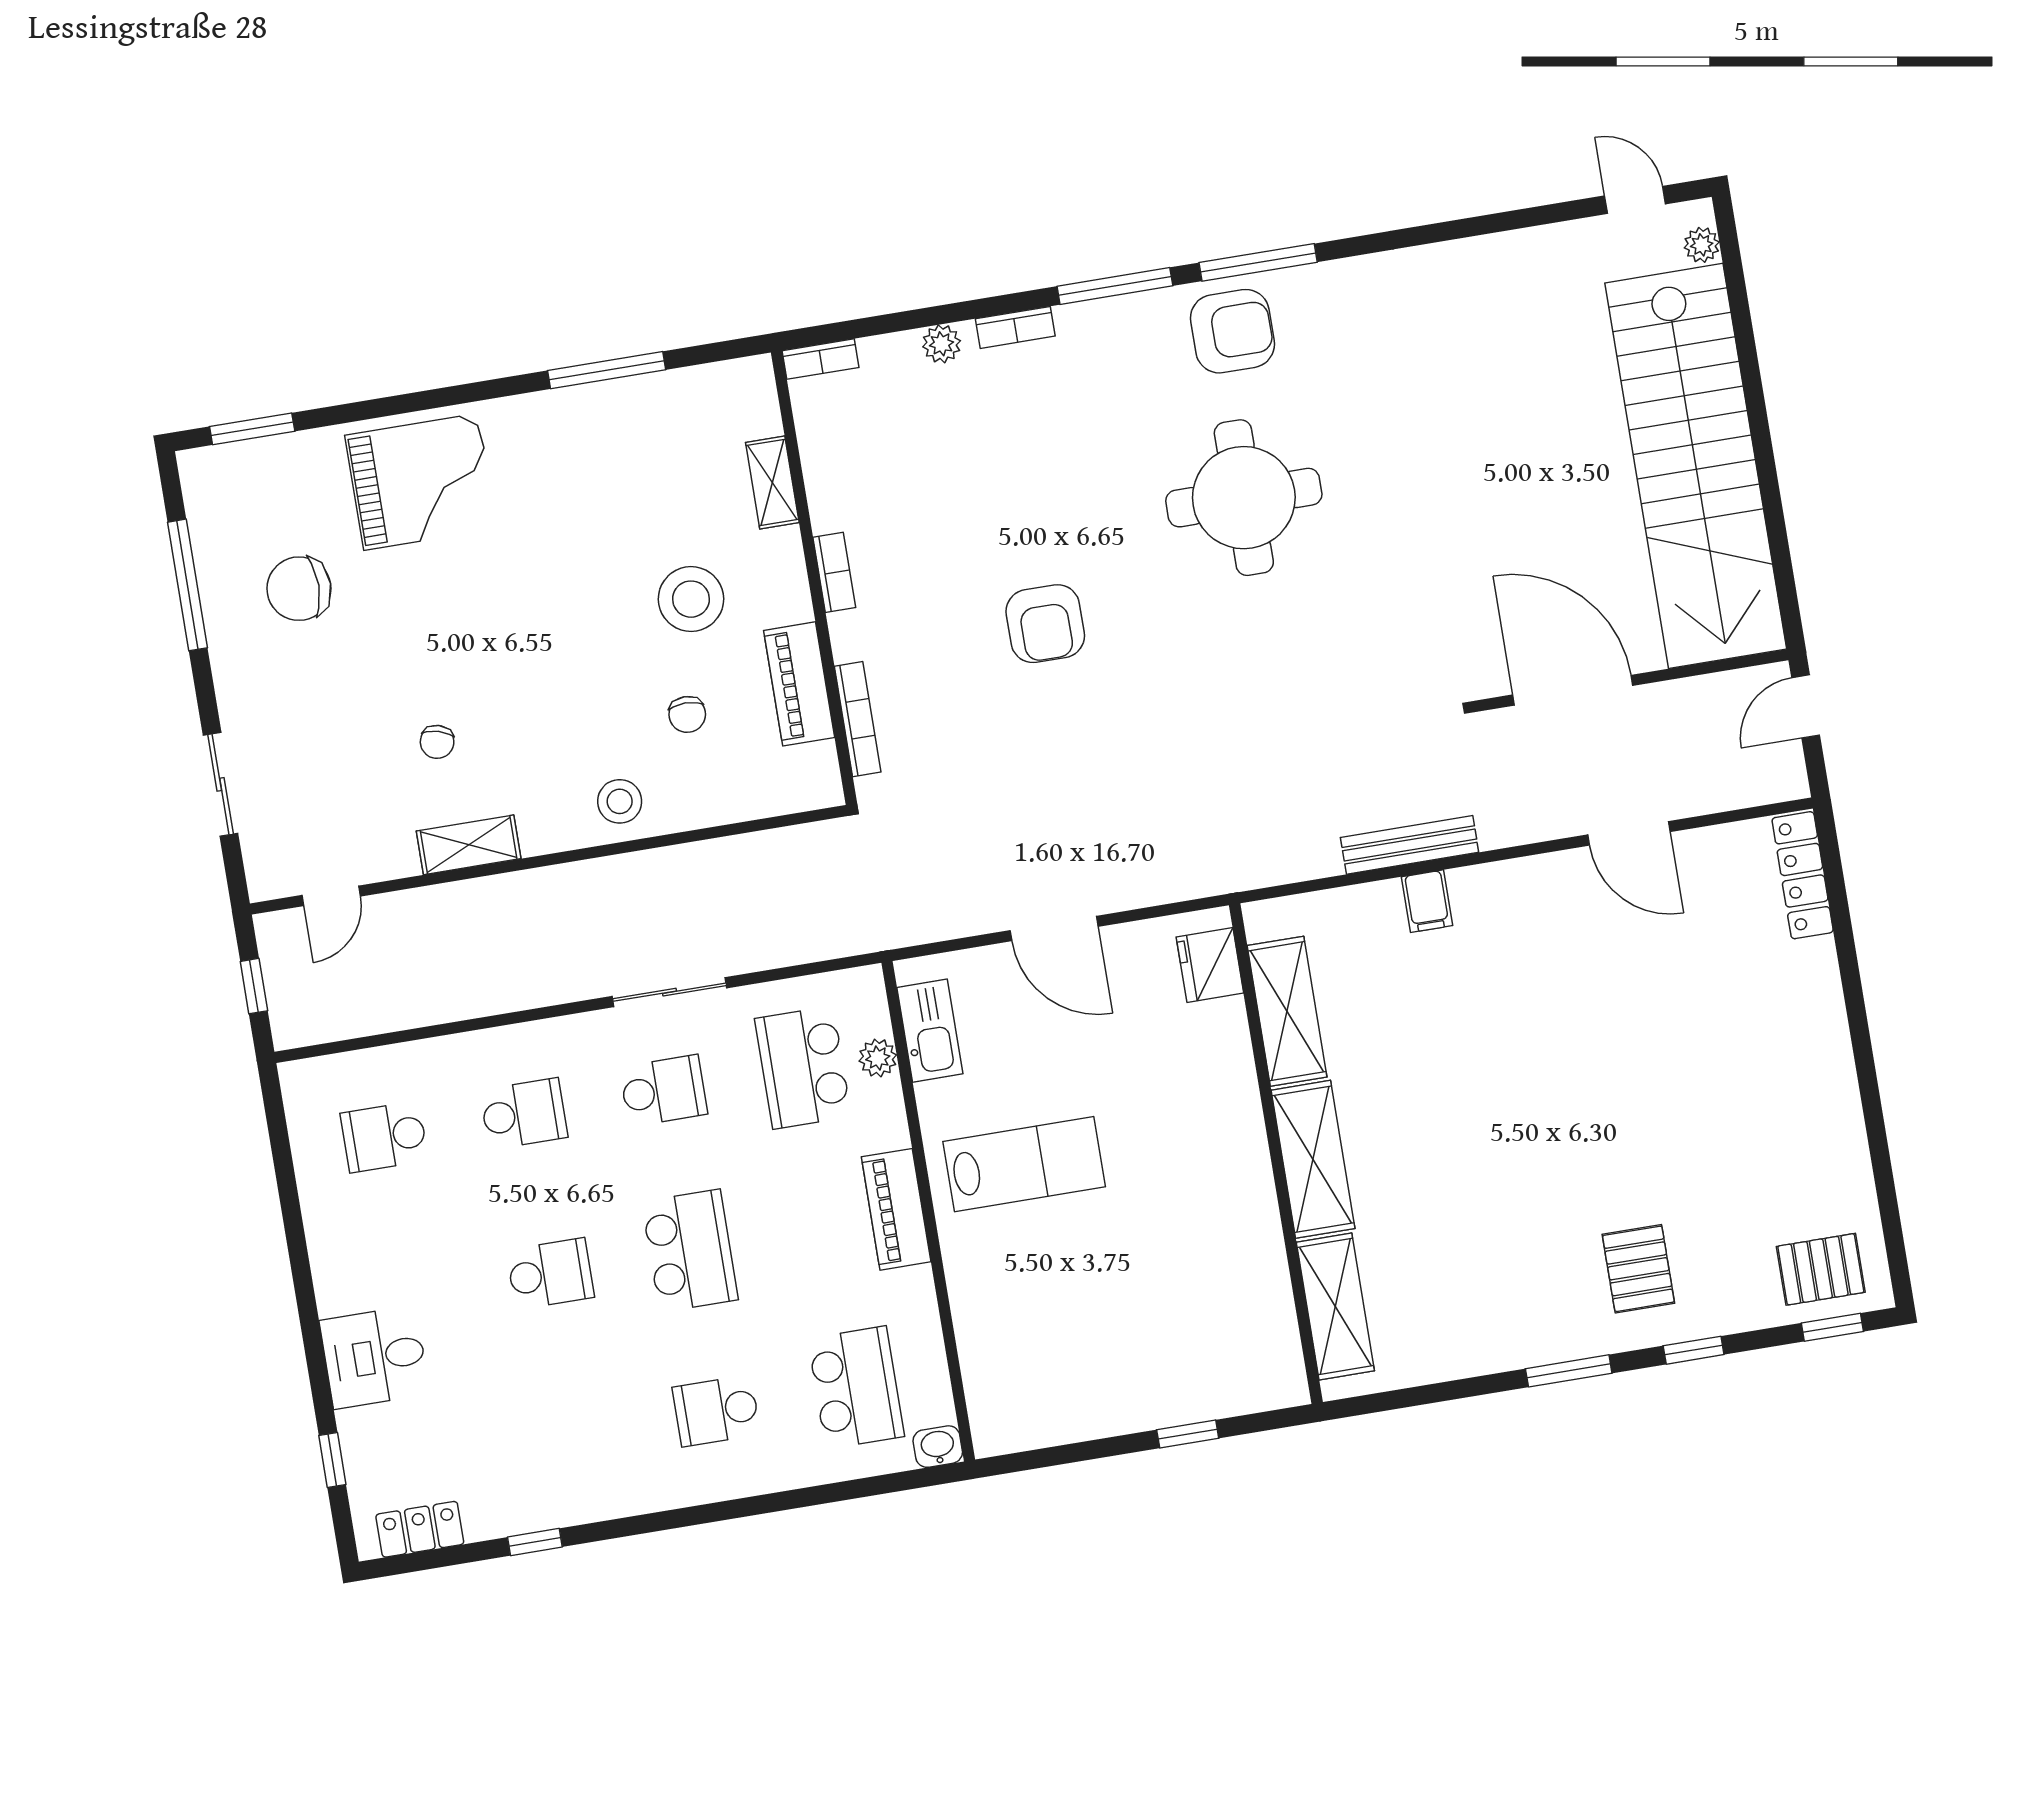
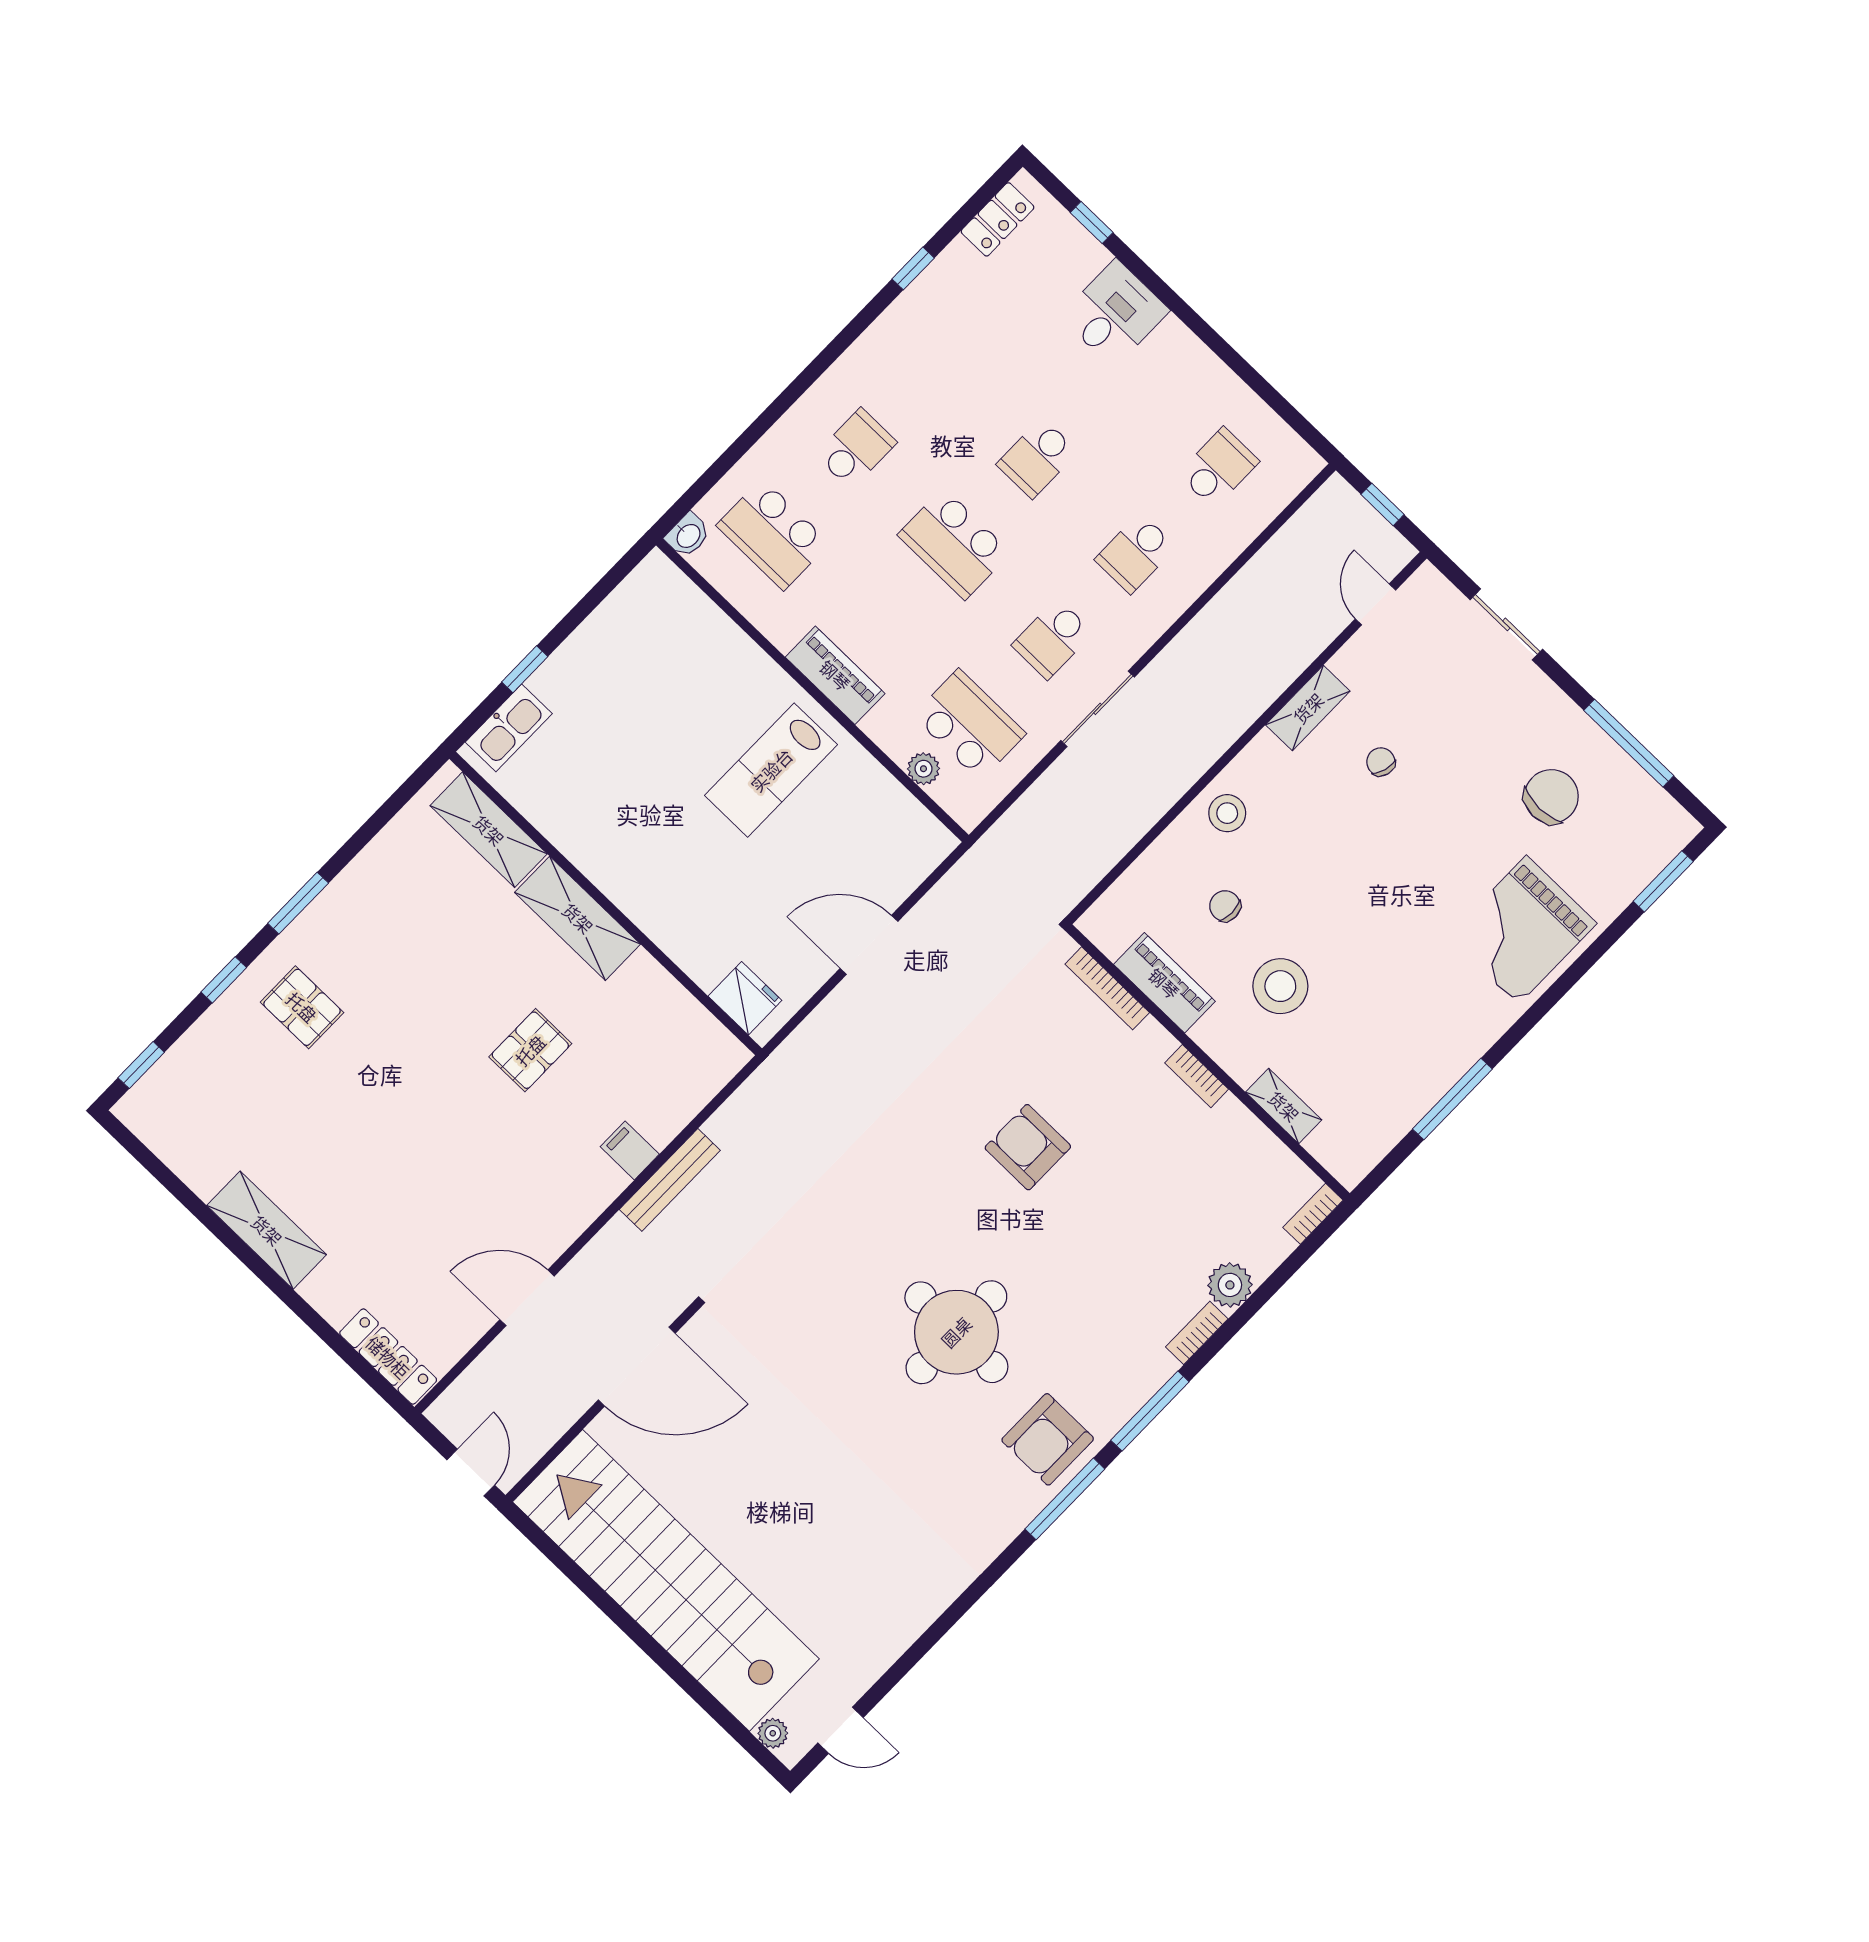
plant: (942, 344) -> (1230, 1285), width x1.38, depth x1.38
shelving: (1287, 1011) -> (267, 1230), moved
kitchen sink: (930, 1031) -> (509, 728), moved, turned -90
pallet: (1821, 1269) -> (530, 1050), moved

